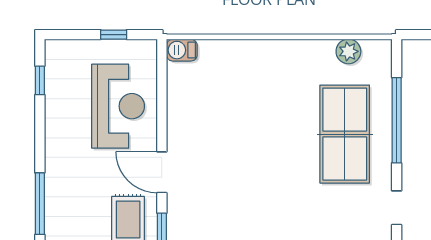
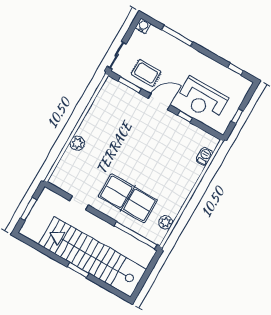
barbecue: (182, 50) -> (204, 156), moved
window: (162, 117) -> (185, 117), added
window: (397, 120) -> (136, 235), moved

